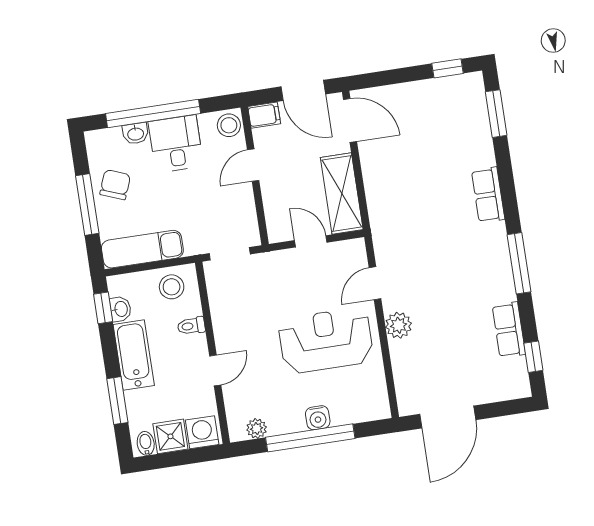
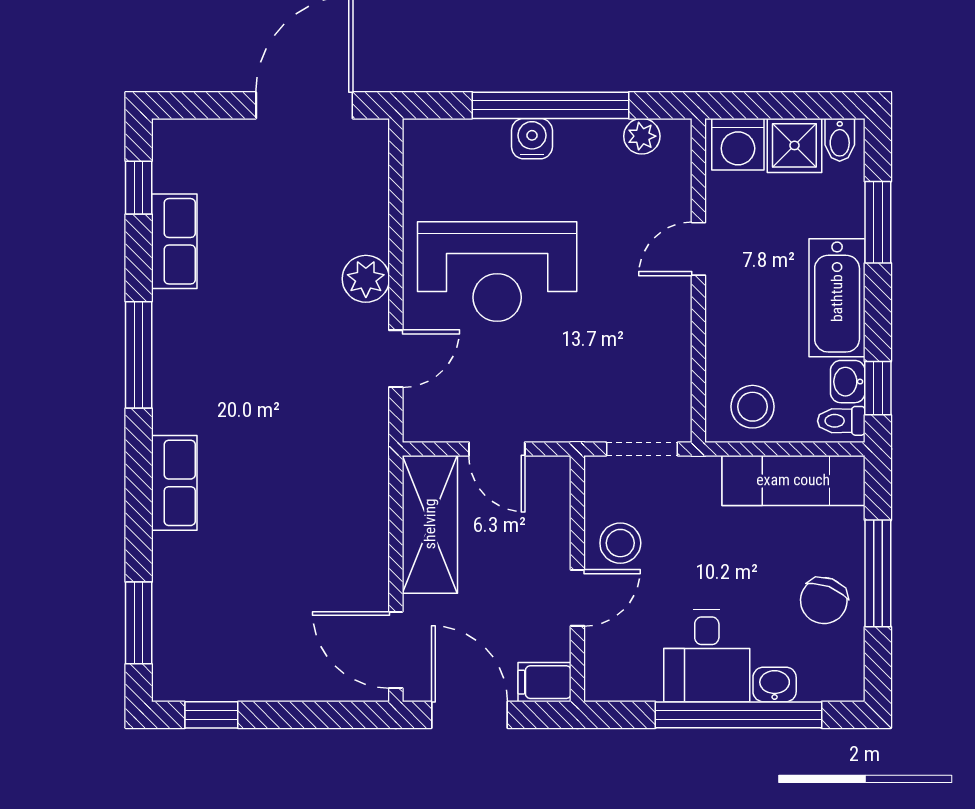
stool: (229, 125) -> (620, 543), moved
toilet: (191, 326) -> (841, 421), moved, turned 180

